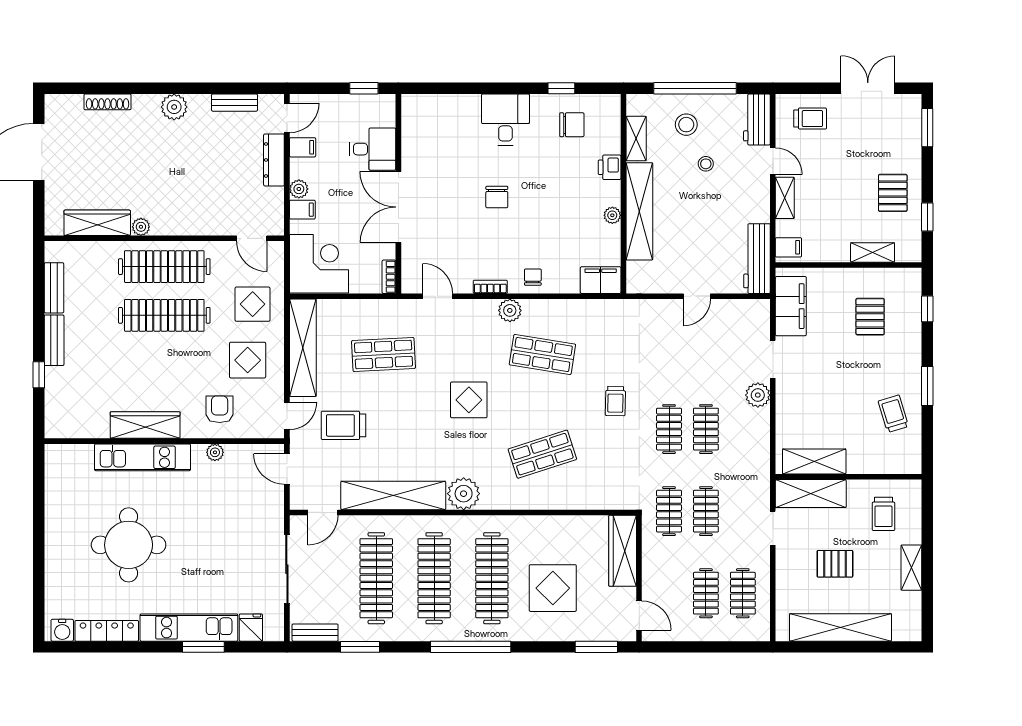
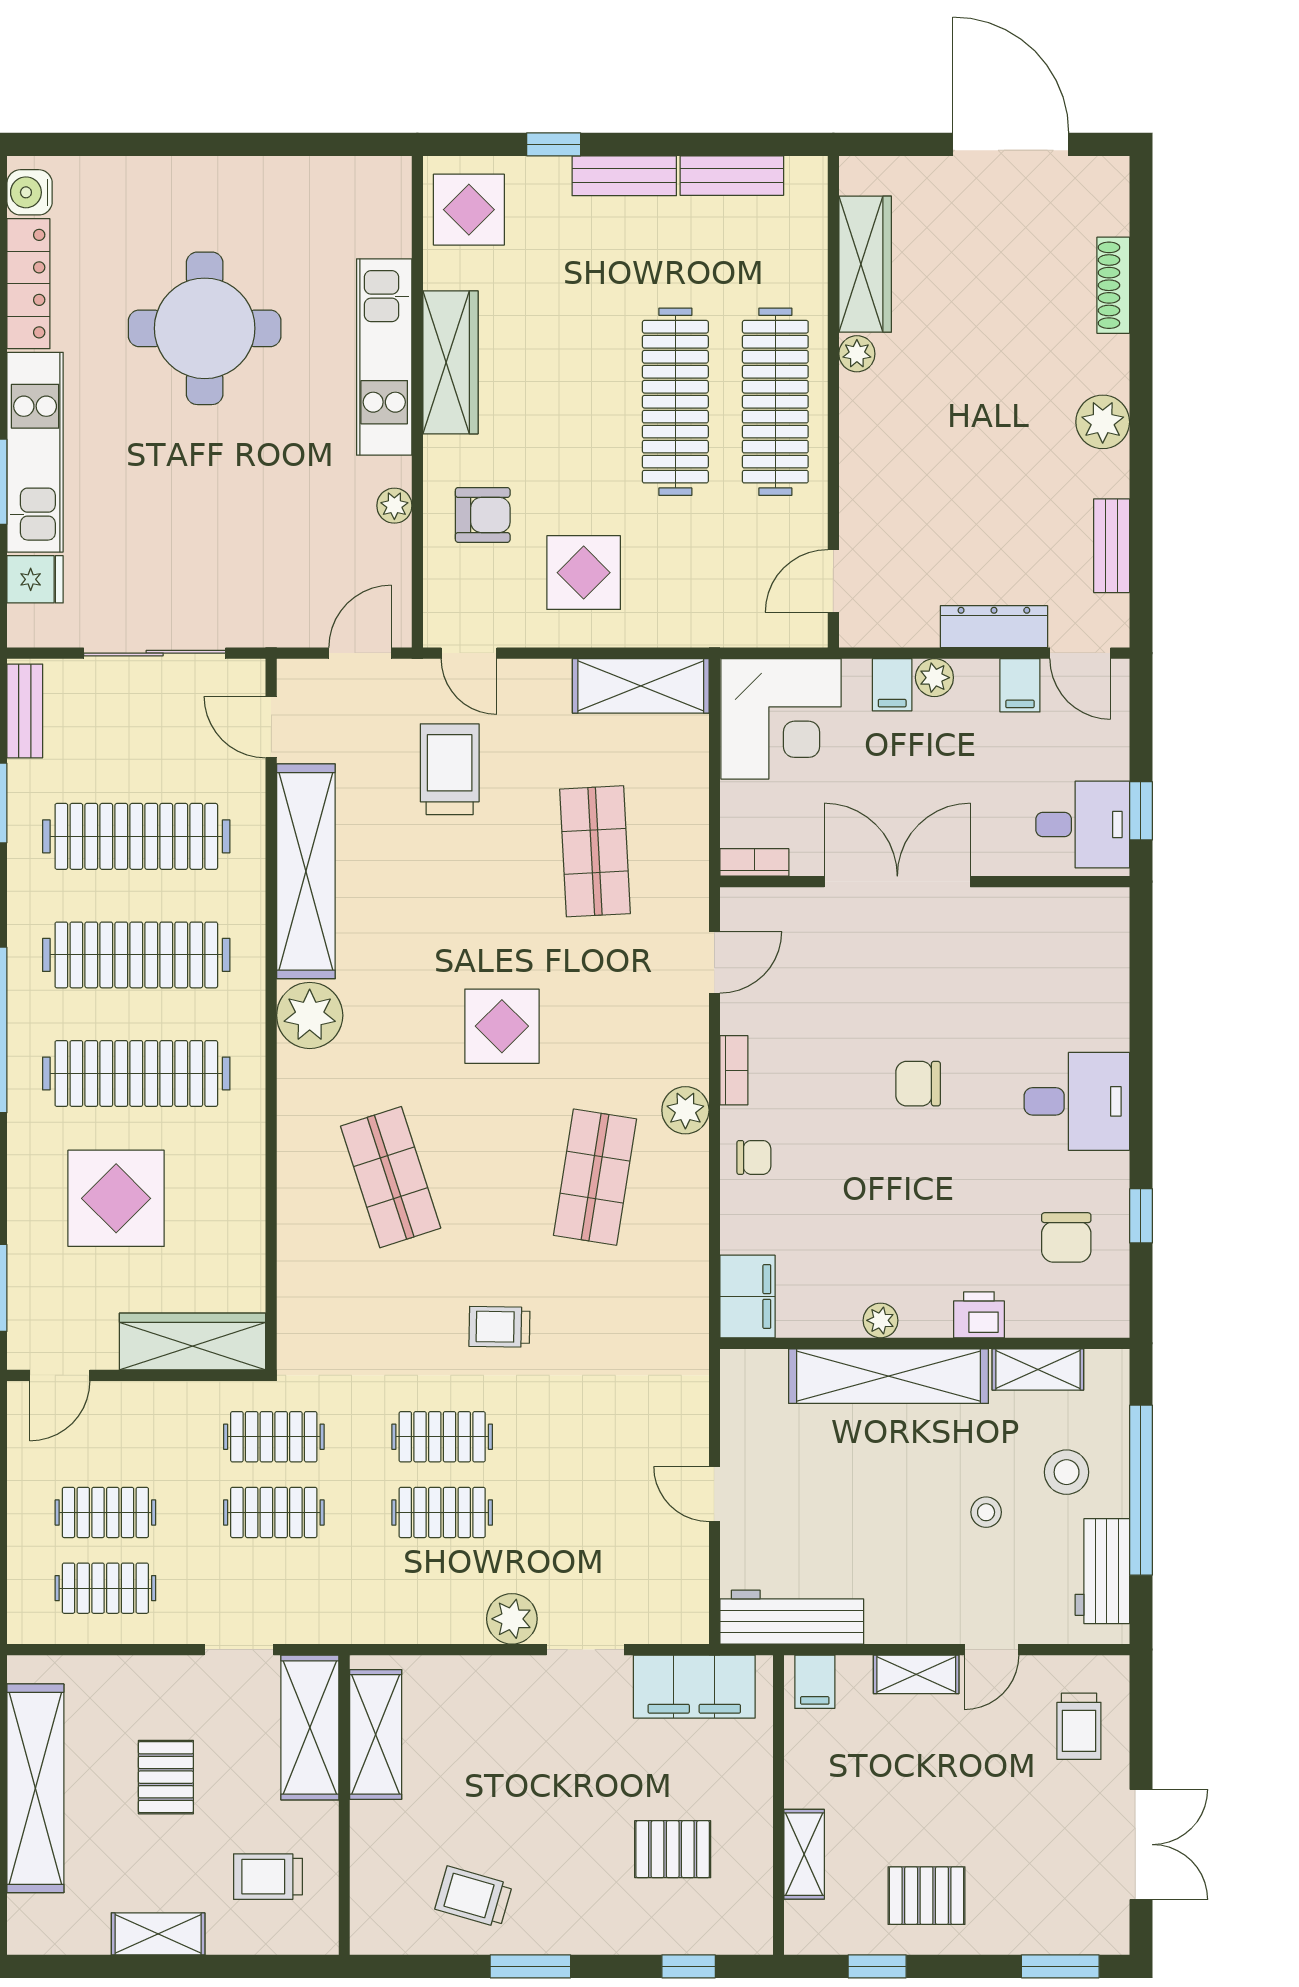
workbench: (757, 119) -> (1102, 1571), moved, turned -90
desk: (373, 149) -> (1083, 825), moved, turned -90
display table: (253, 304) -> (469, 210), moved
shelving: (303, 348) -> (641, 686), width x0.68
trolley: (893, 414) -> (474, 1897), turned -147

